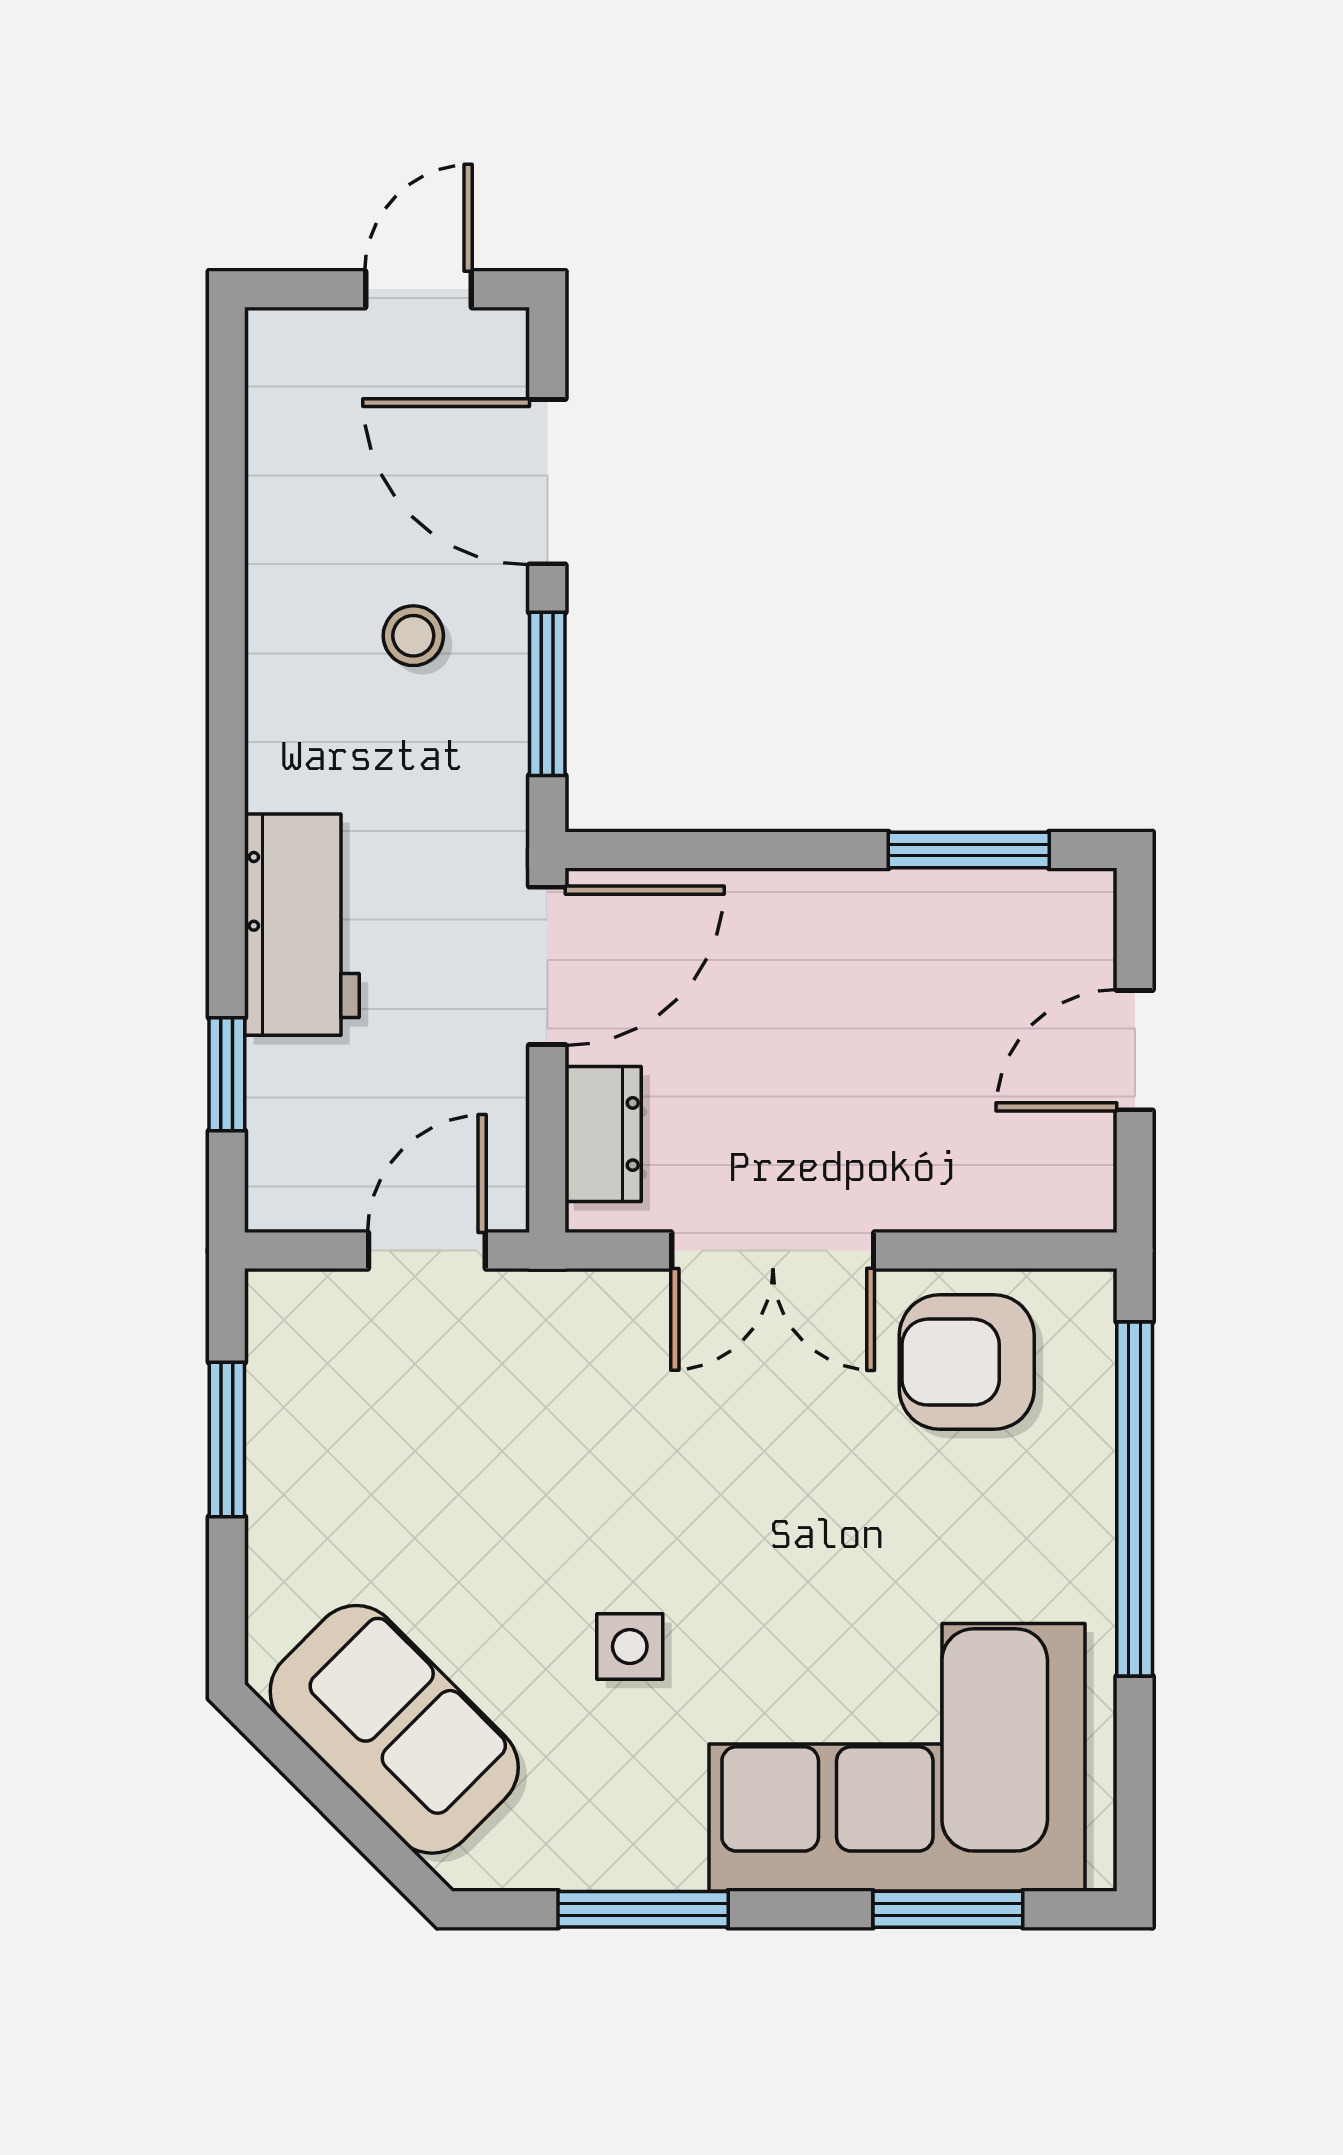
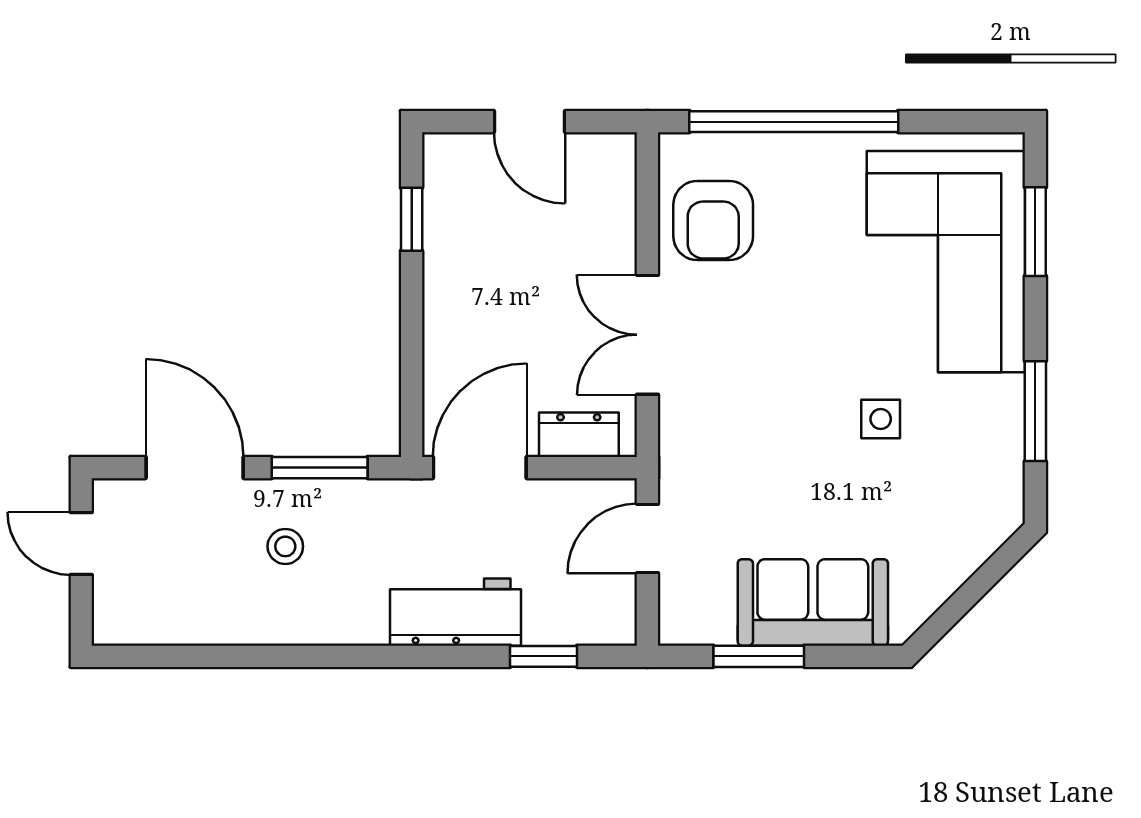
door: (547, 482) -> (195, 468), swing flipped
window: (969, 850) -> (412, 219), width x0.67
door: (547, 966) -> (480, 468), hinge flipped
door: (427, 1251) -> (647, 538), hinge flipped
double door: (773, 1251) -> (647, 335), swing flipped
sofa: (394, 1729) -> (813, 602), moved, turned 45

